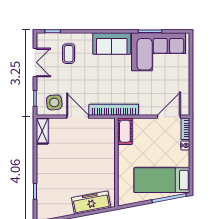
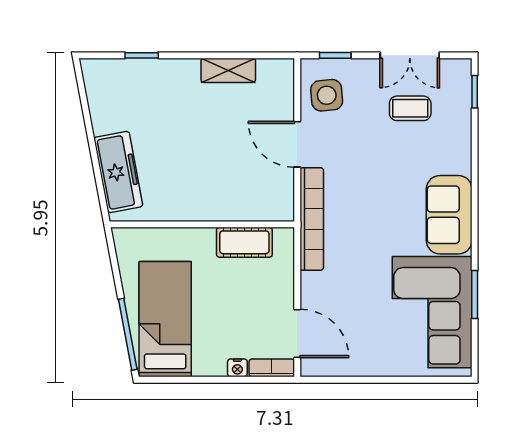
coffee table: (69, 54) -> (410, 108), moved
door: (78, 117) -> (297, 144), swing flipped
shelving: (42, 131) -> (228, 70), moved
cot: (125, 131) -> (244, 242), moved

